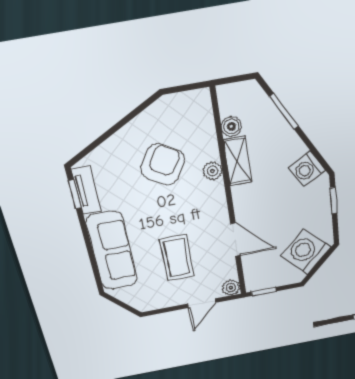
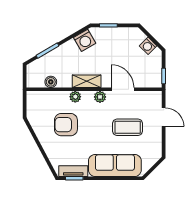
shelving: (237, 161) -> (87, 81), moved
armchair: (163, 165) -> (66, 125), turned -31
door: (235, 240) -> (123, 89), hinge flipped
washing machine: (306, 252) -> (148, 46), width x0.53, depth x0.53
plant: (231, 288) -> (100, 97), moved

